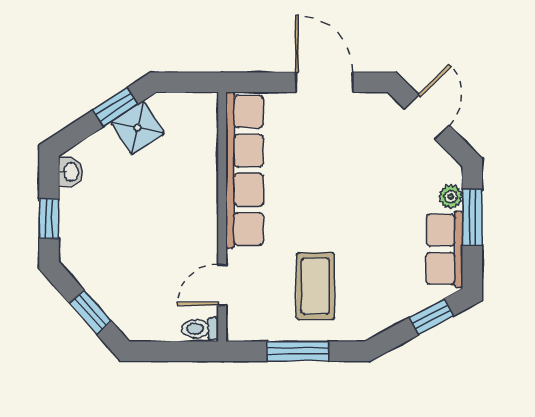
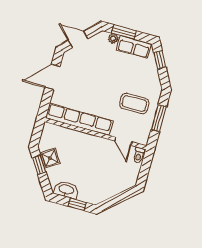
washbasin: (70, 172) -> (66, 190), width x1.91, depth x1.45
window: (90, 312) -> (120, 198), removed

